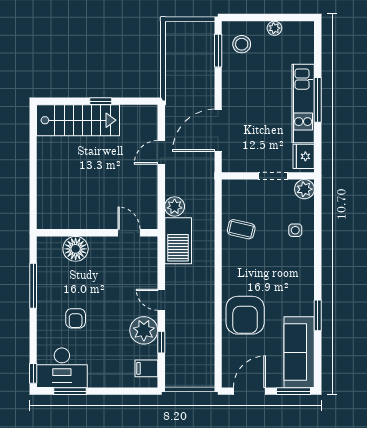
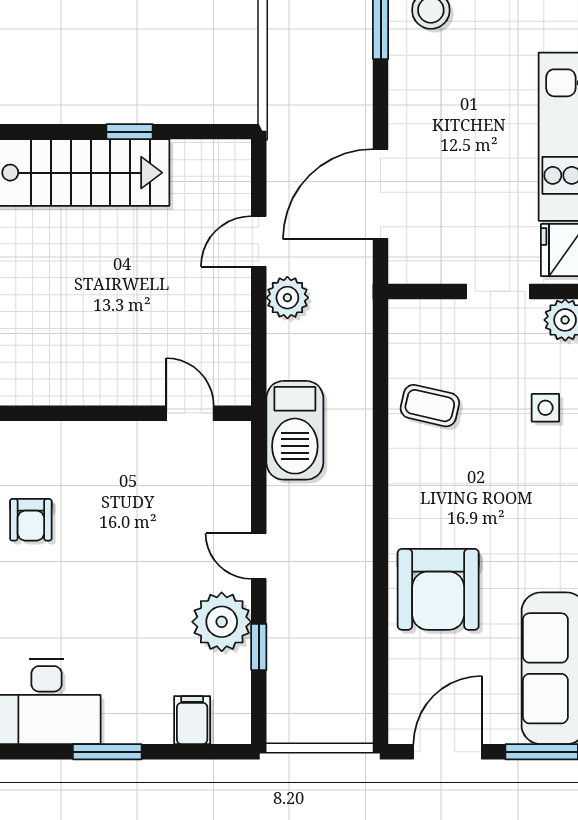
plant: (175, 206) -> (287, 298), moved
floor lamp: (76, 249) -> (76, 448), removed
armchair: (76, 318) -> (31, 520), moved
filing cabinet: (146, 368) -> (192, 720), moved, turned 90
window: (70, 391) -> (107, 752), moved

